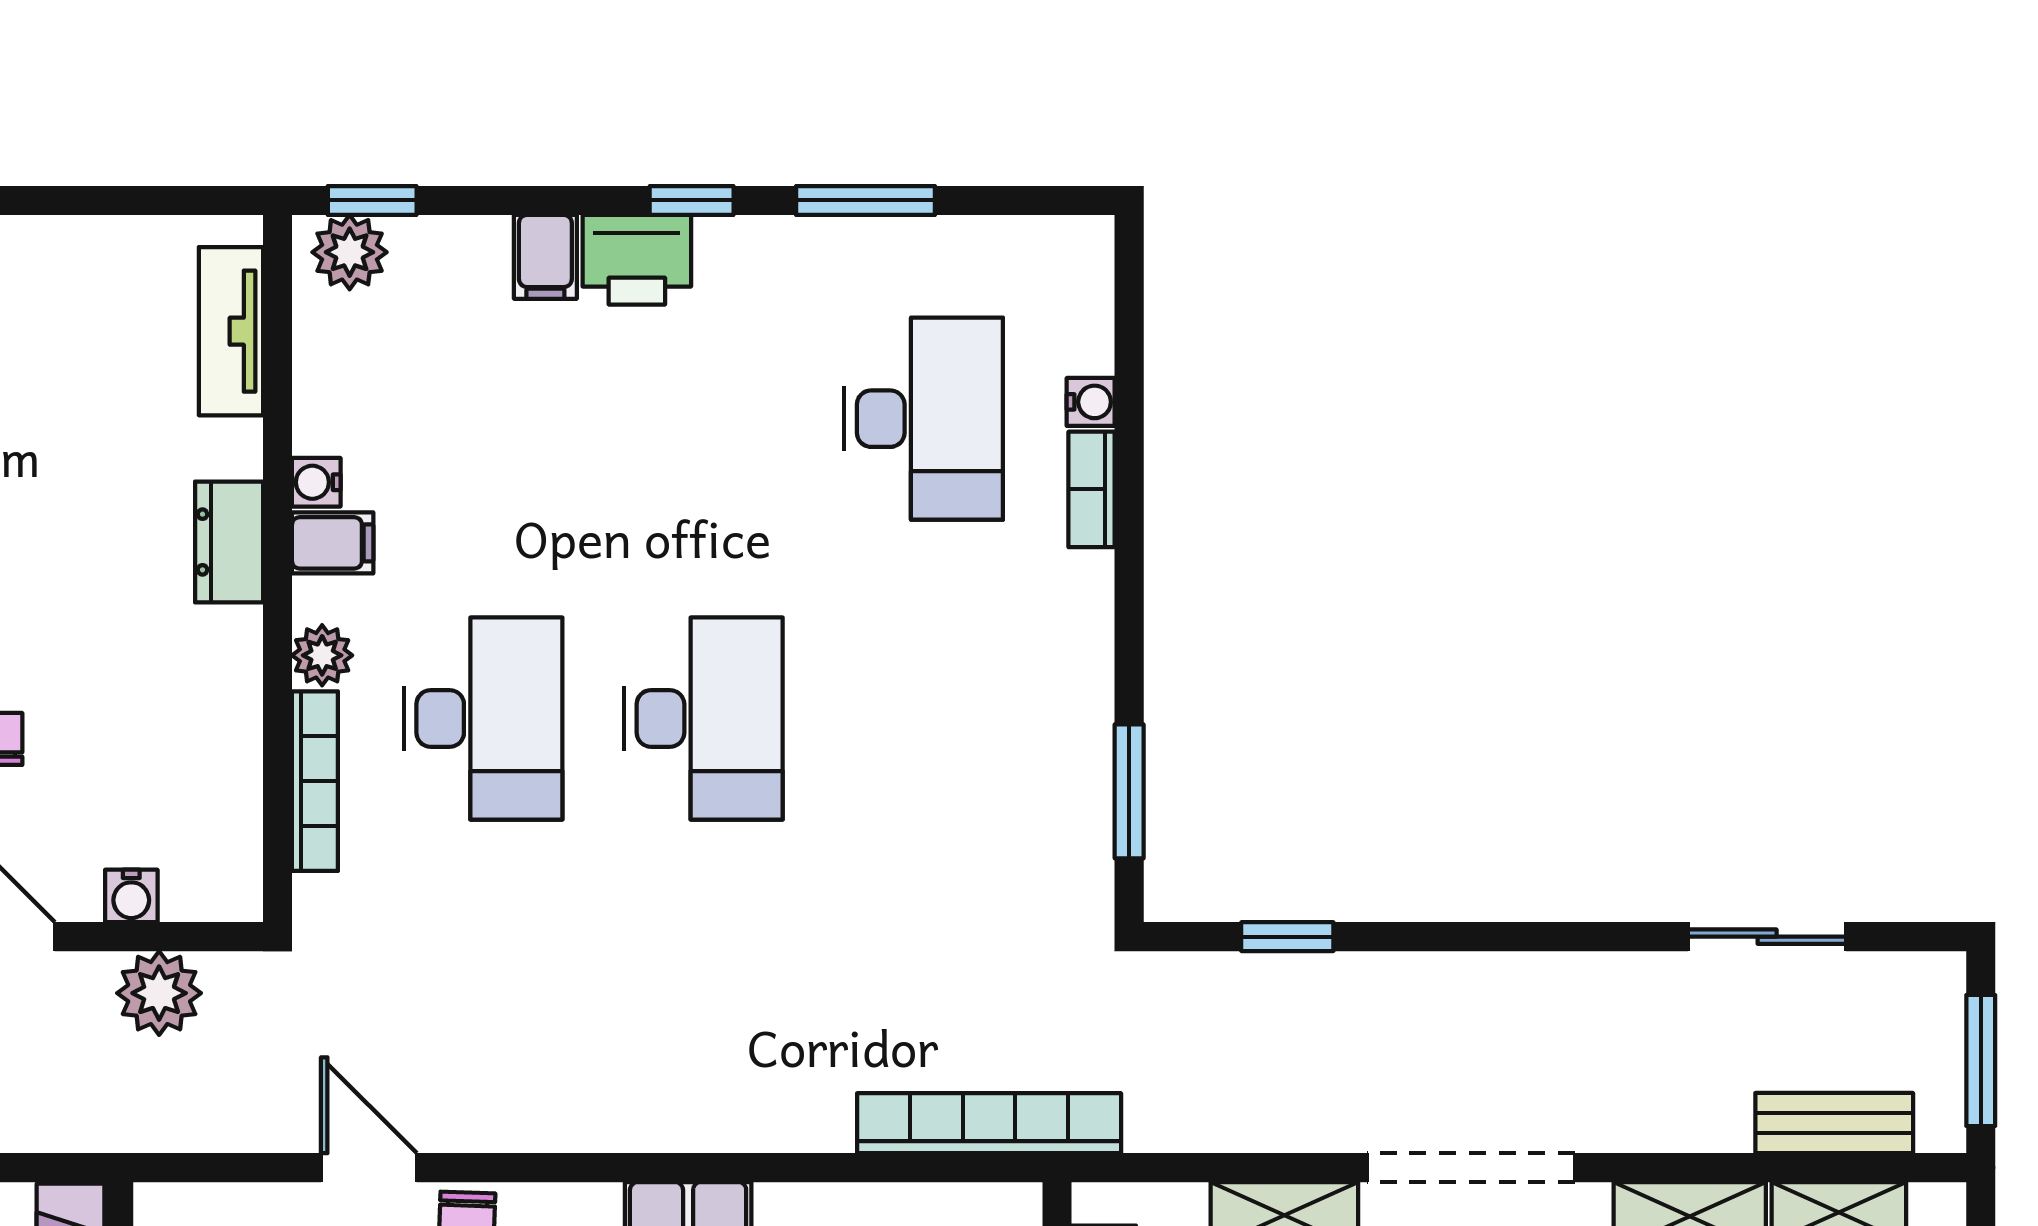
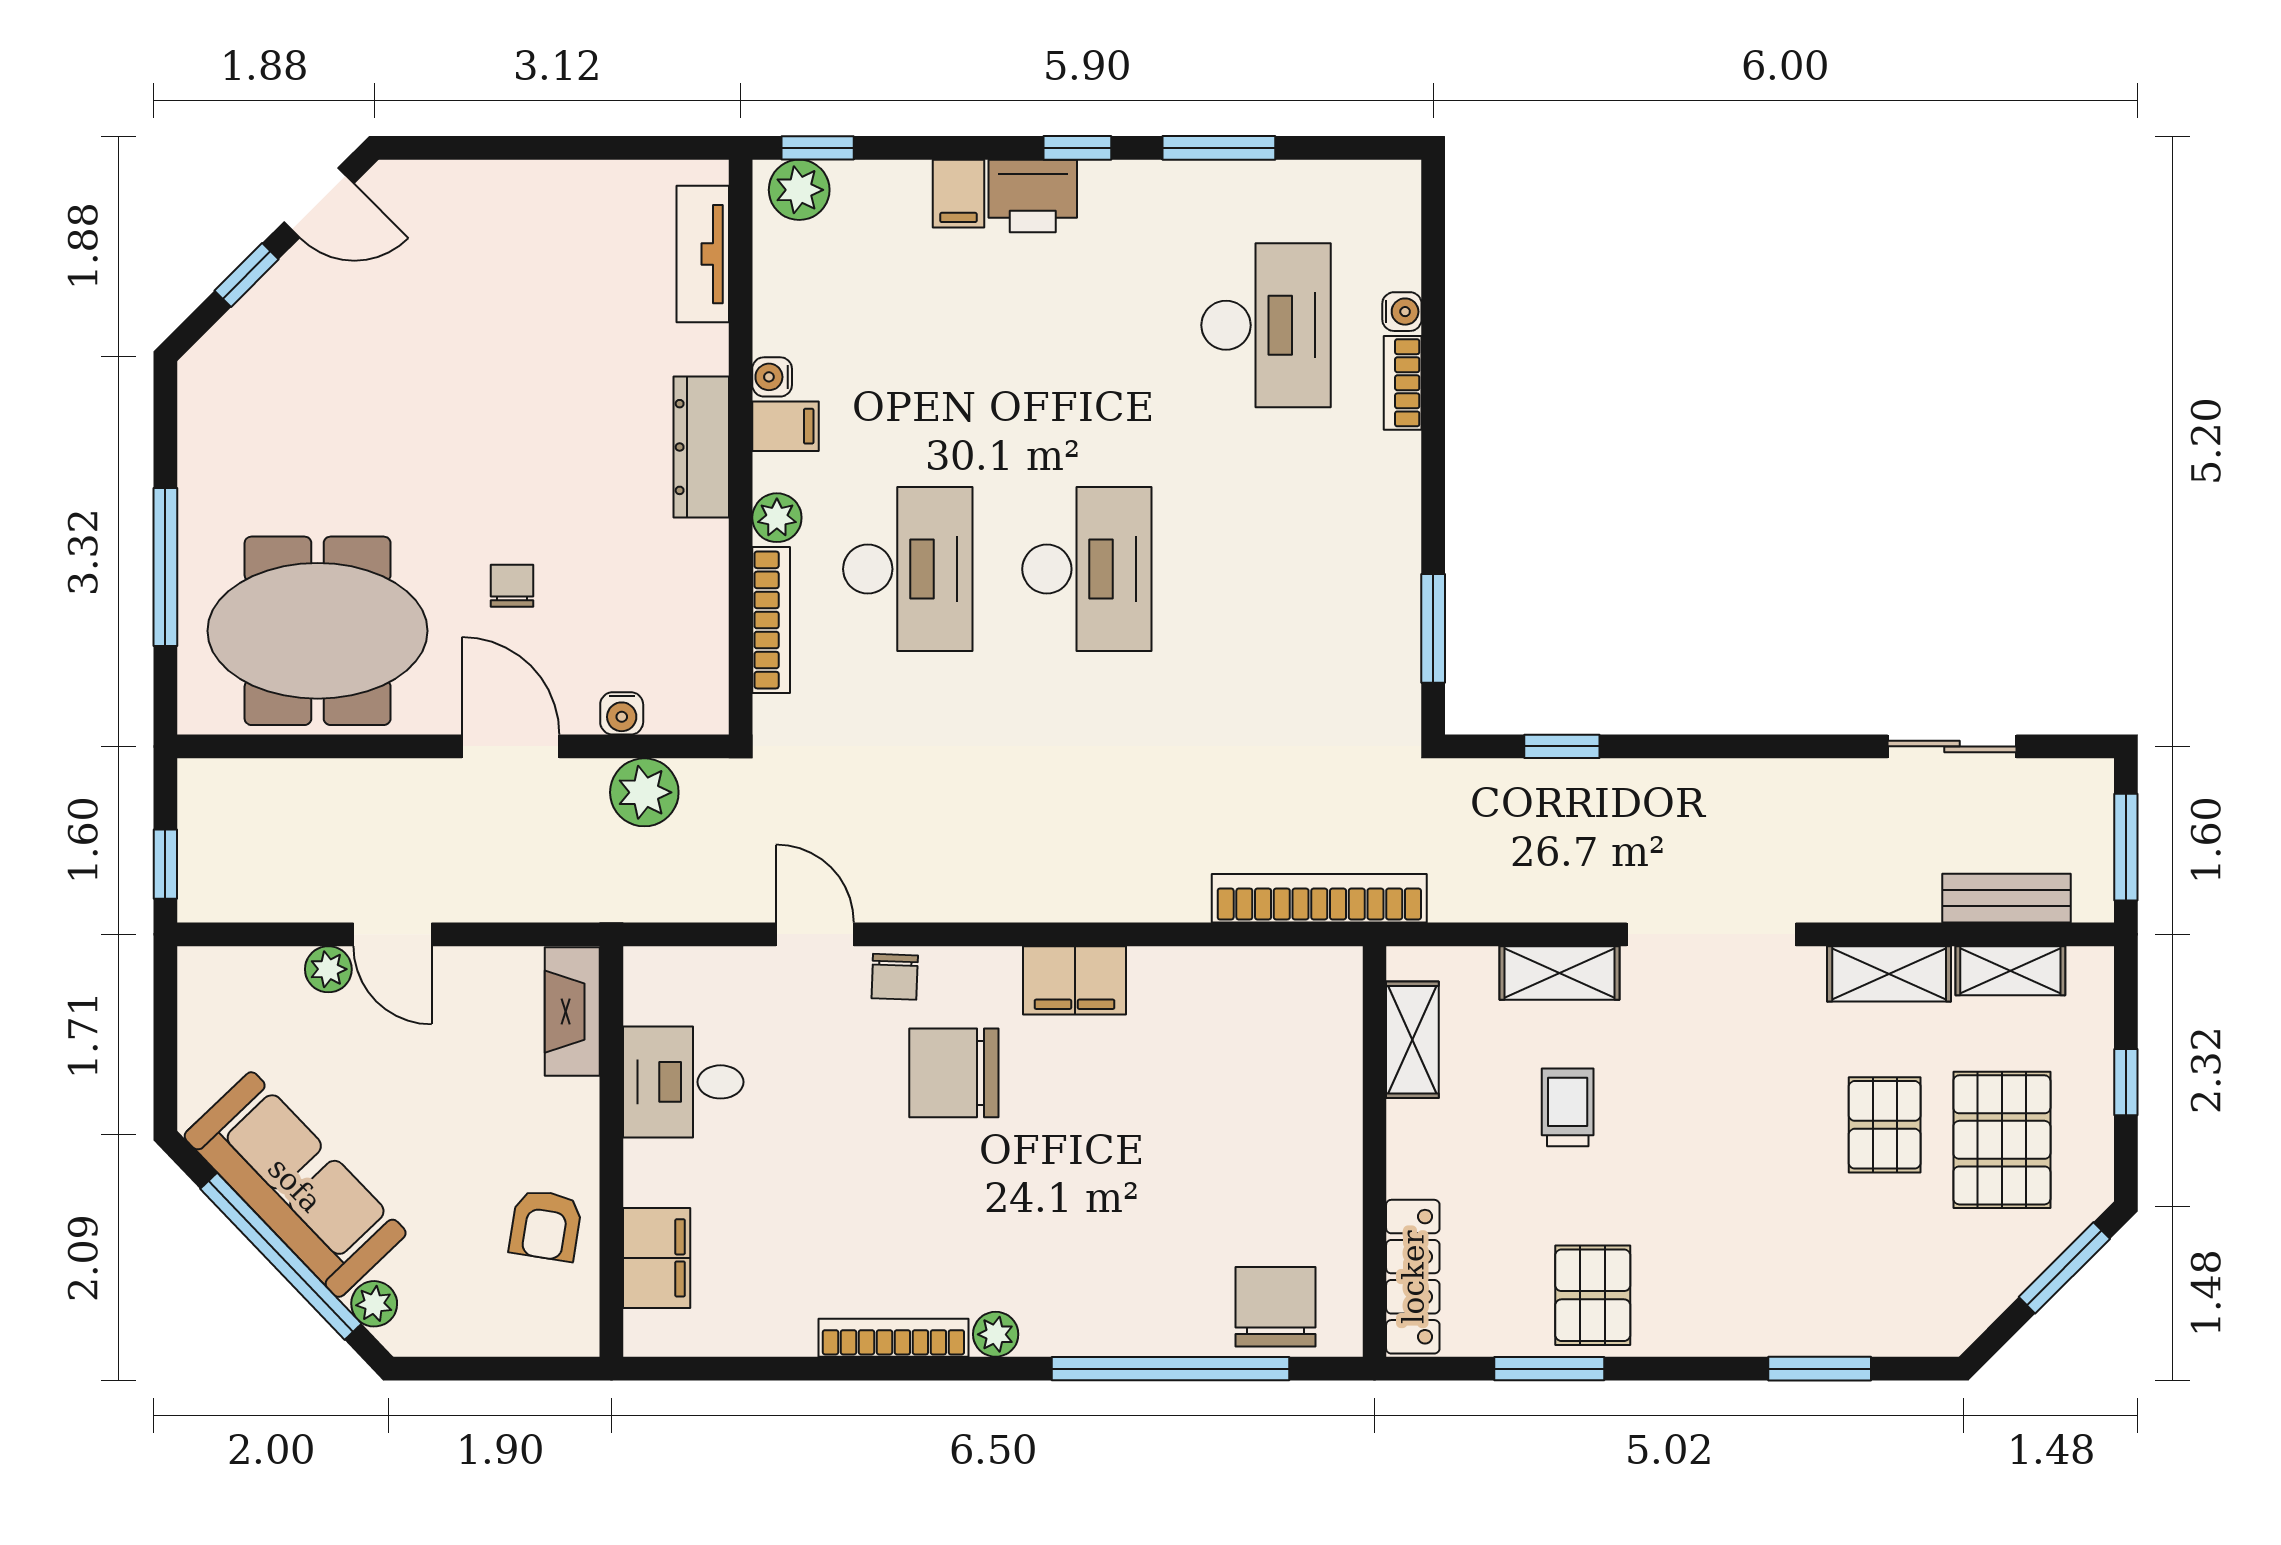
dresser: (229, 542) -> (701, 447), width x1.44

